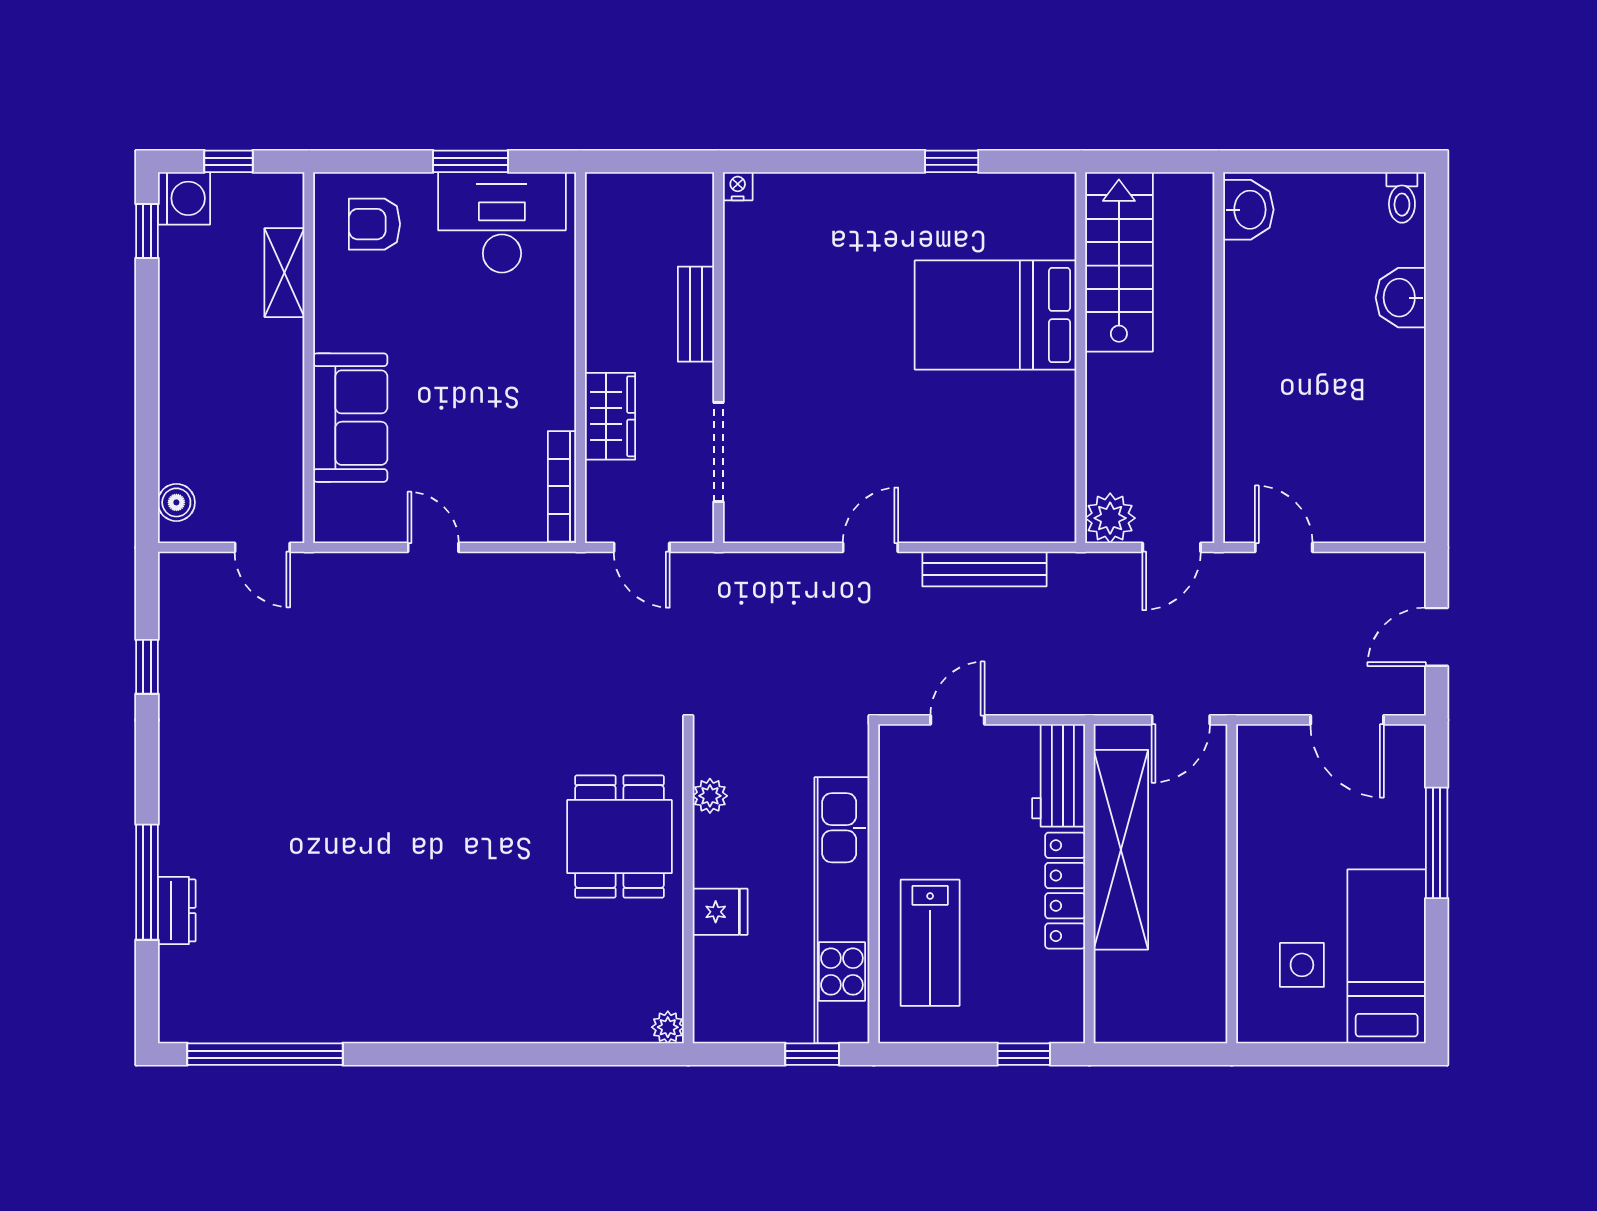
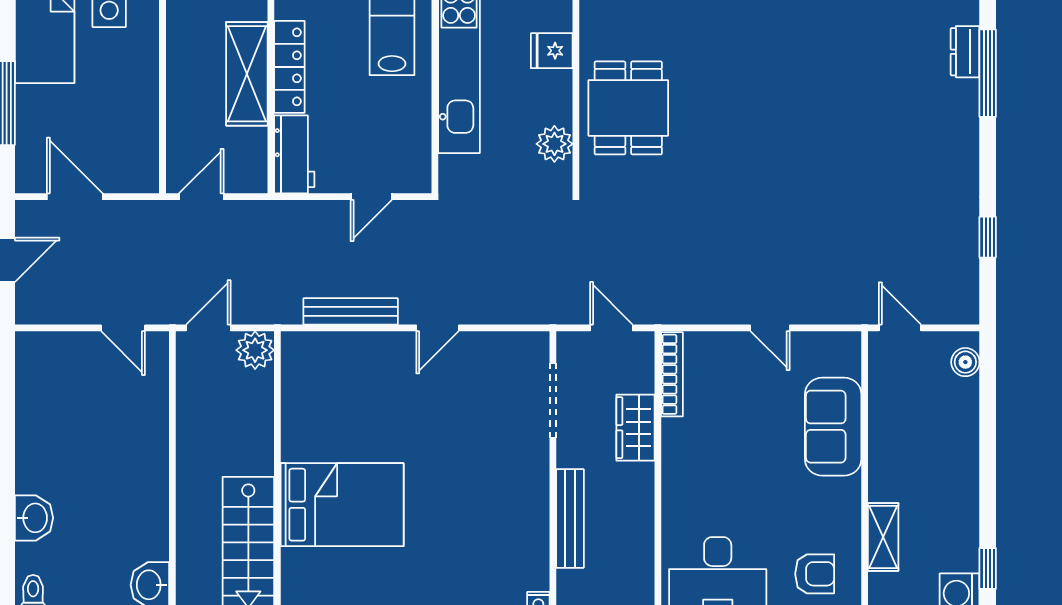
bench: (696, 314) -> (570, 518), width x1.36
plant: (710, 796) -> (554, 144), width x1.38, depth x1.38
shelving: (1121, 850) -> (247, 74), width x0.68

